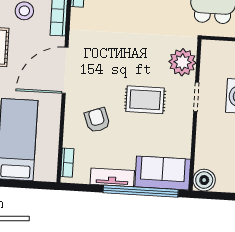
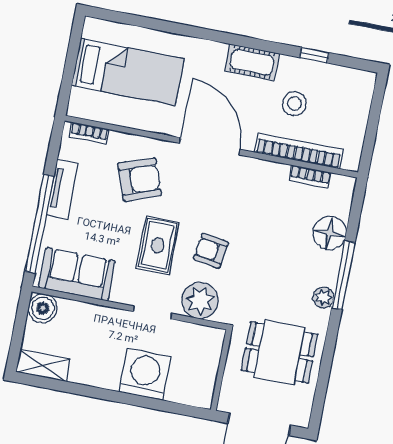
armchair: (144, 59) -> (211, 251), added
armchair: (97, 120) -> (139, 180), width x1.38, depth x1.38
sofa: (163, 173) -> (77, 274), moved, turned -90

